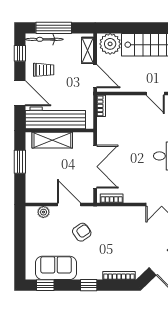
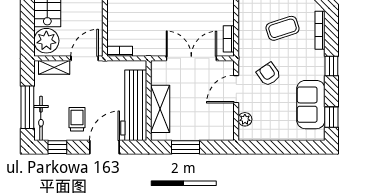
coffee table: (121, 244) -> (283, 28), added

